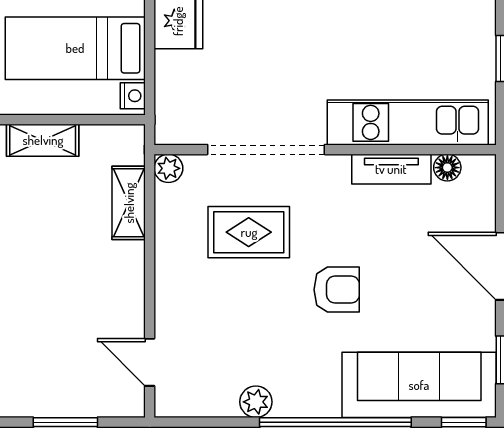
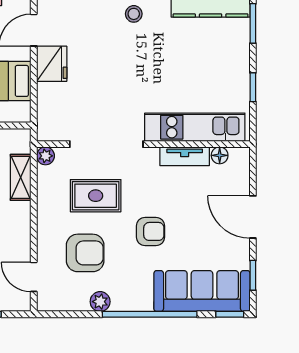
nightstand: (133, 96) -> (23, 111), removed
armchair: (232, 324) -> (85, 253), added

